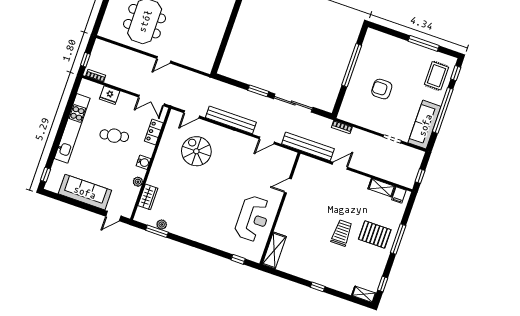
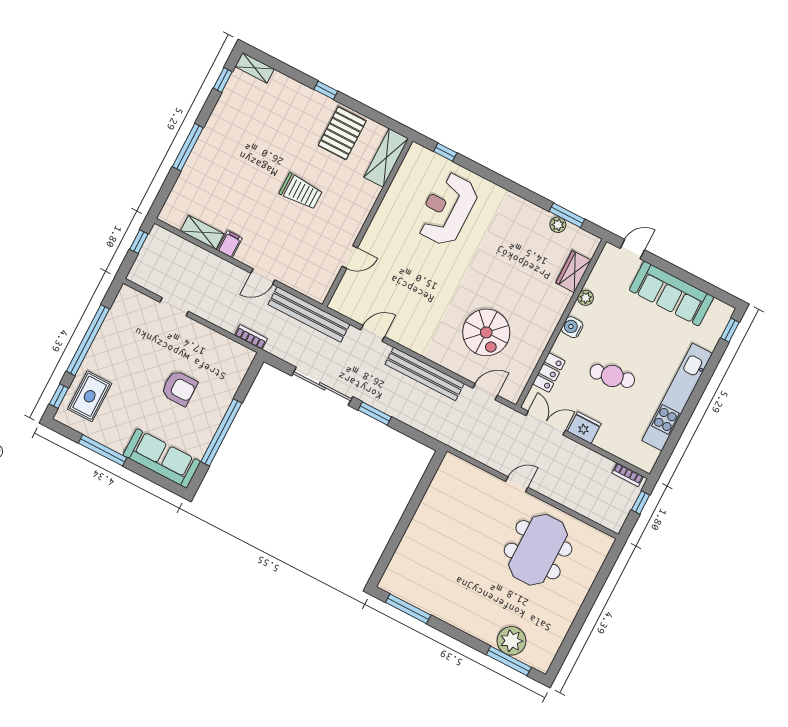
fridge: (110, 95) -> (584, 428), moved
sofa: (425, 125) -> (162, 458), moved, turned -90
filing cabinet: (399, 195) -> (230, 244), moved
reception desk: (253, 219) -> (447, 209), moved
trolley: (342, 233) -> (301, 192), moved, turned -90
pallet: (375, 234) -> (342, 133), moved, turned 90

